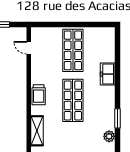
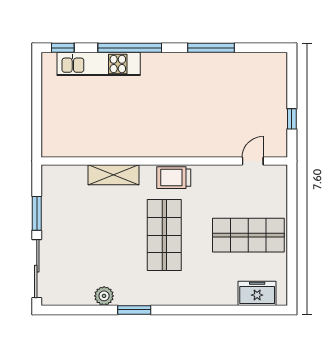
freezer: (108, 74) -> (257, 293), moved
shop shelf: (73, 100) -> (164, 235), turned 90

